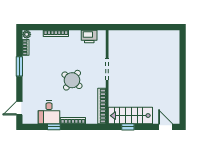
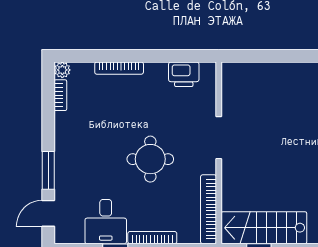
window: (19, 66) -> (48, 170), moved
round table: (72, 80) -> (150, 159), turned -38

